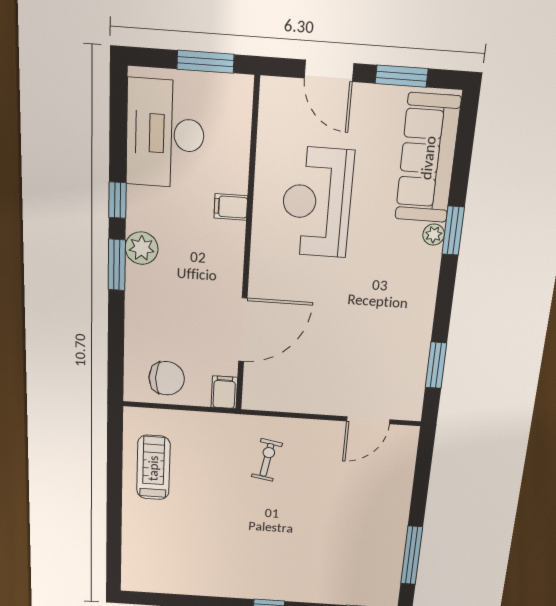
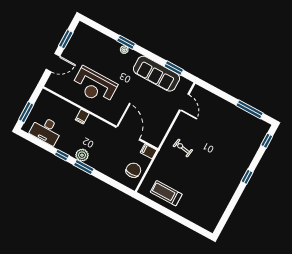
window: (205, 62) -> (26, 112), moved
desk: (165, 134) -> (46, 130), width x0.73, depth x0.77
sofa: (428, 158) -> (157, 74), moved

